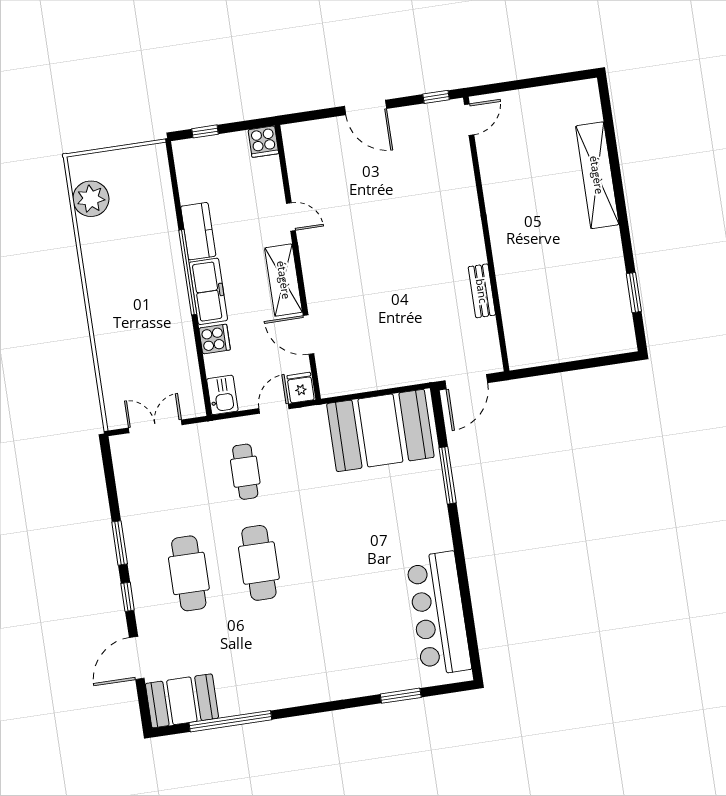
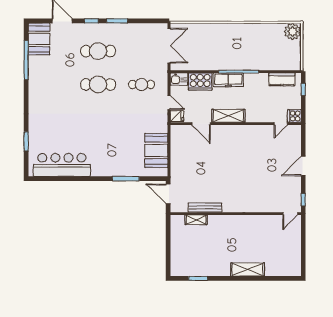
door: (469, 120) -> (290, 214), hinge flipped
shelving: (597, 175) -> (248, 269), width x0.68
plant: (91, 199) -> (293, 31), moved
door: (291, 217) -> (281, 124), moved
kitchen counter: (198, 231) -> (282, 79), moved
bench: (482, 291) -> (205, 208), width x1.36
shelving: (512, 315) -> (196, 220), added
door: (309, 335) -> (201, 124), swing flipped
cooker: (215, 339) -> (200, 81), width x1.87, depth x1.31
double door: (155, 426) -> (169, 46), width x1.37
booth: (380, 430) -> (156, 150), width x0.73, depth x0.70

